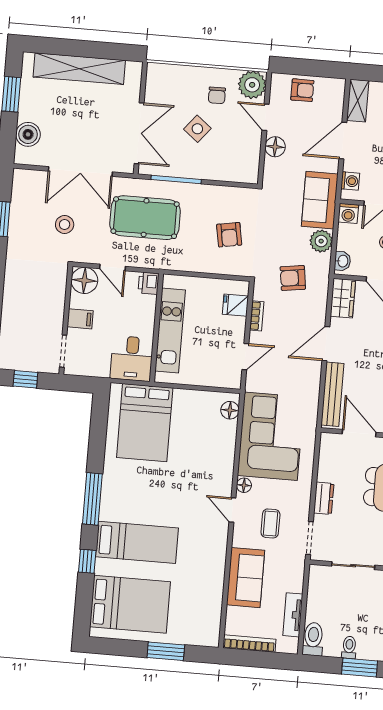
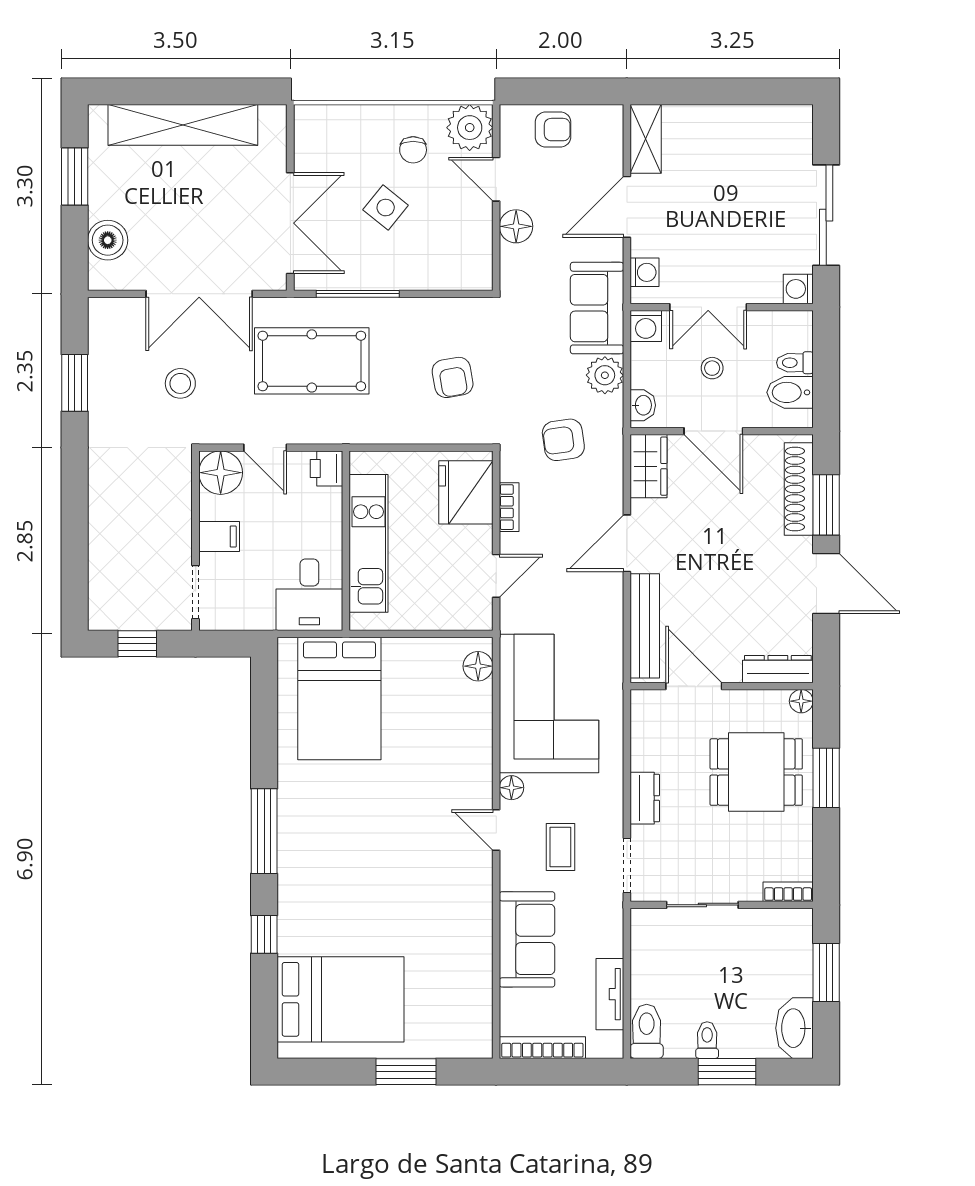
fridge: (235, 305) -> (466, 492), width x1.88, depth x1.34
bed: (137, 542) -> (343, 897), removed

